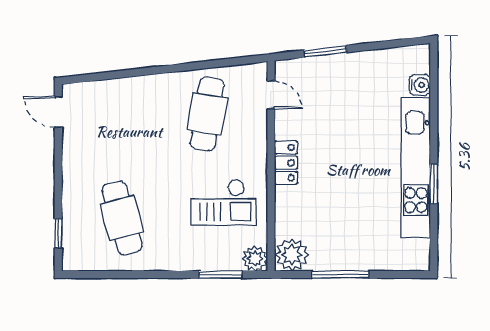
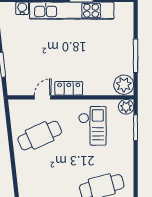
door: (271, 95) -> (43, 97), moved
cafe table: (207, 114) -> (40, 135), turned -33

